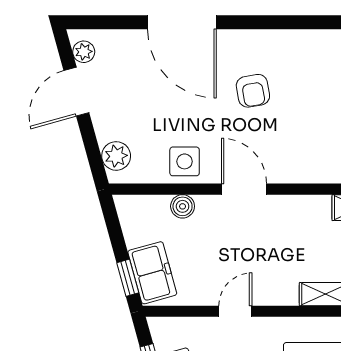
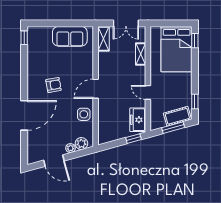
plant: (84, 52) -> (70, 148), moved
boiler: (183, 206) -> (103, 115), removed
freezer: (152, 273) -> (138, 120), moved, turned -75

